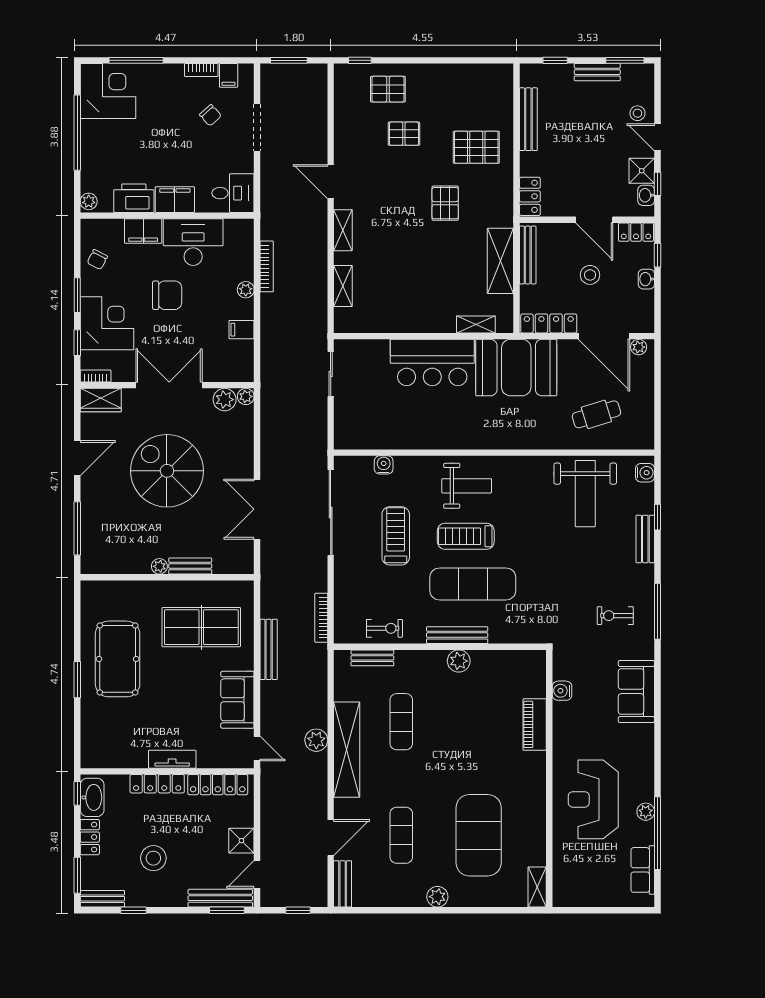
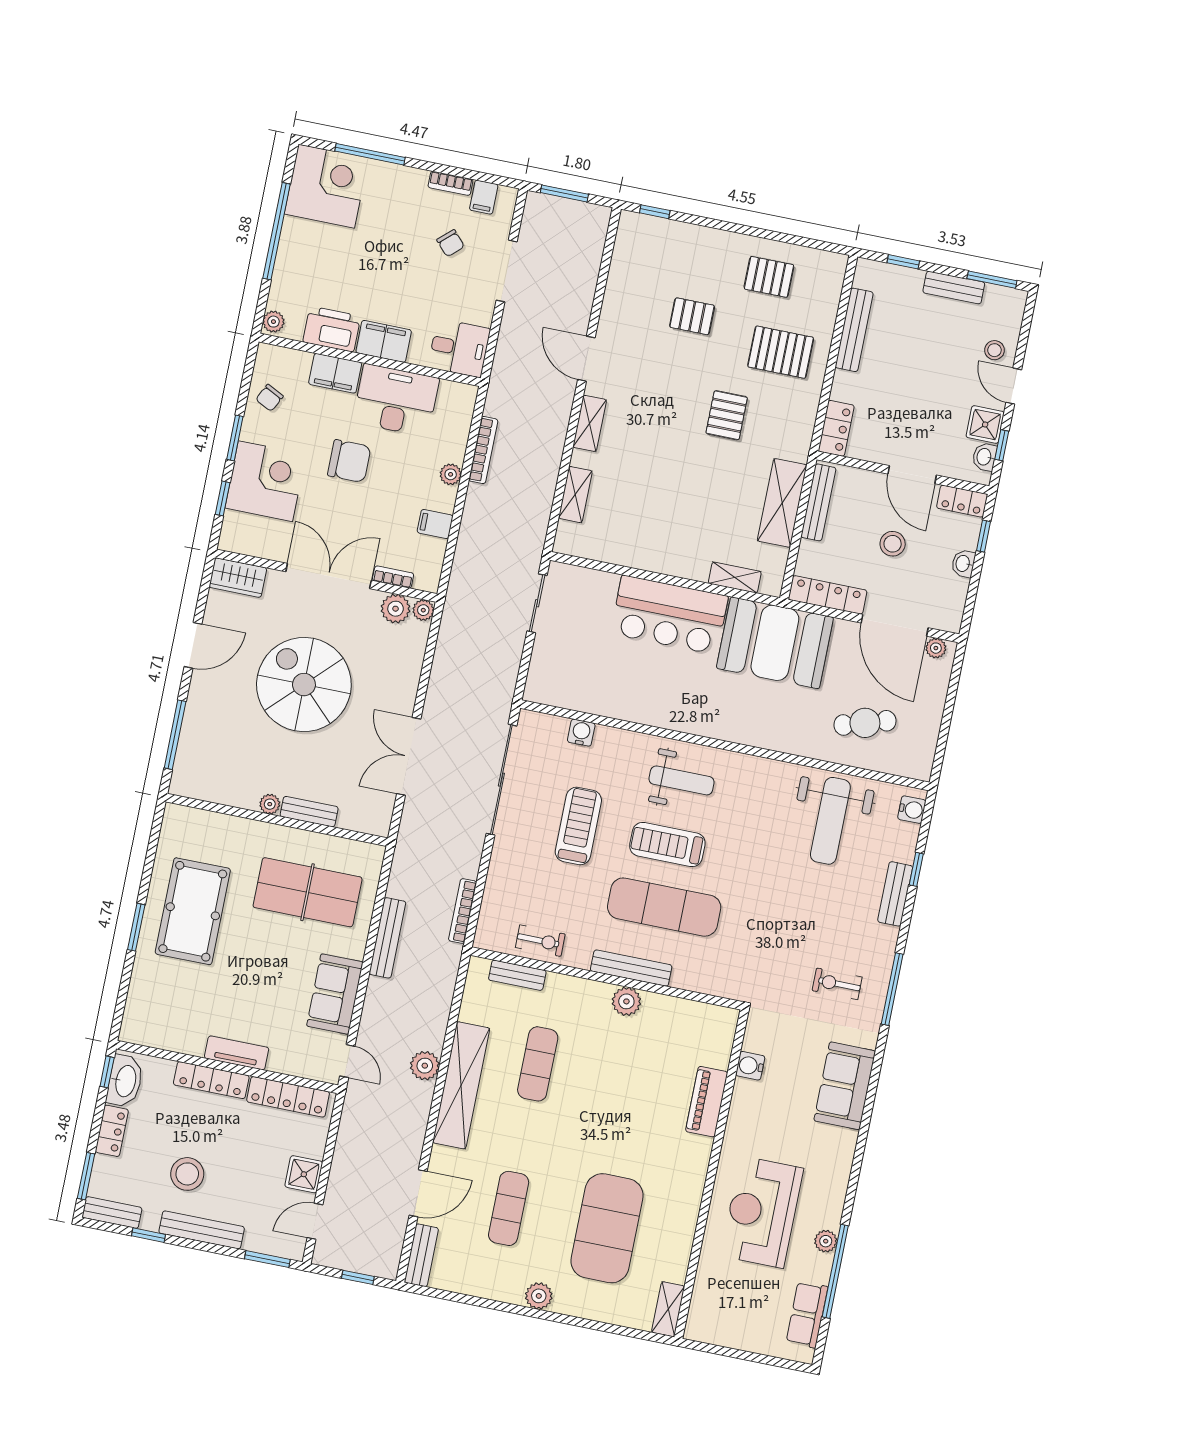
pallet: (388, 89) -> (769, 277), moved
bookcase: (96, 376) -> (393, 577), moved
bench: (220, 898) -> (202, 1230), moved

